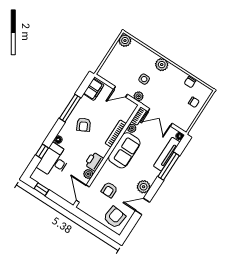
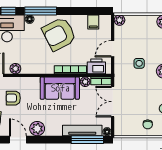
filing cabinet: (94, 89) -> (93, 22), width x0.50
door: (120, 92) -> (113, 49), hinge flipped
plant: (139, 96) -> (119, 20), moved
window: (70, 108) -> (41, 11), moved
armchair: (84, 125) -> (59, 34), width x1.88, depth x1.88
printer: (94, 161) -> (96, 66), moved
window: (169, 166) -> (87, 140), moved

